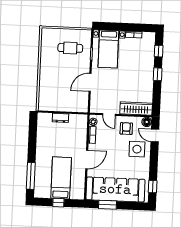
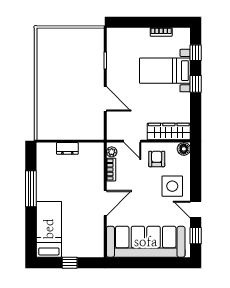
cafe table: (70, 48) -> (77, 54), removed
bed with nightstands: (108, 49) -> (165, 71), moved, turned 90
door: (90, 82) -> (105, 99), swing flipped
door: (155, 136) -> (196, 210), moved
window: (31, 176) -> (31, 189), moved
bed: (61, 178) -> (49, 229), moved
window: (107, 205) -> (136, 263), removed

